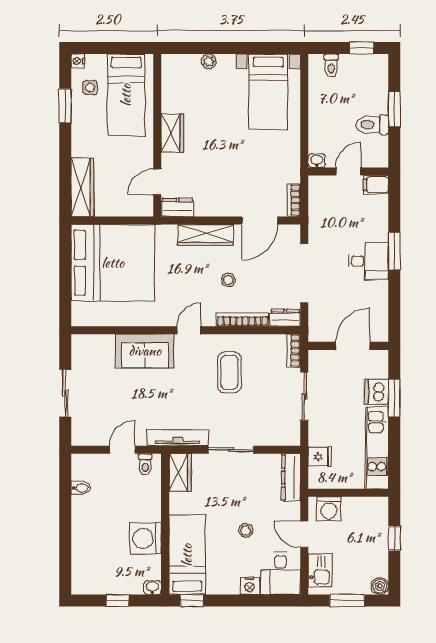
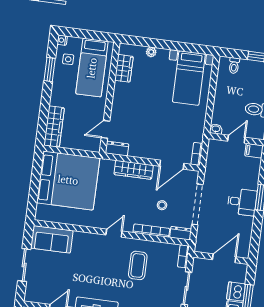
wardrobe: (172, 133) -> (124, 68), moved
stool: (228, 280) -> (162, 205), moved
sofa: (145, 351) -> (52, 239), moved

